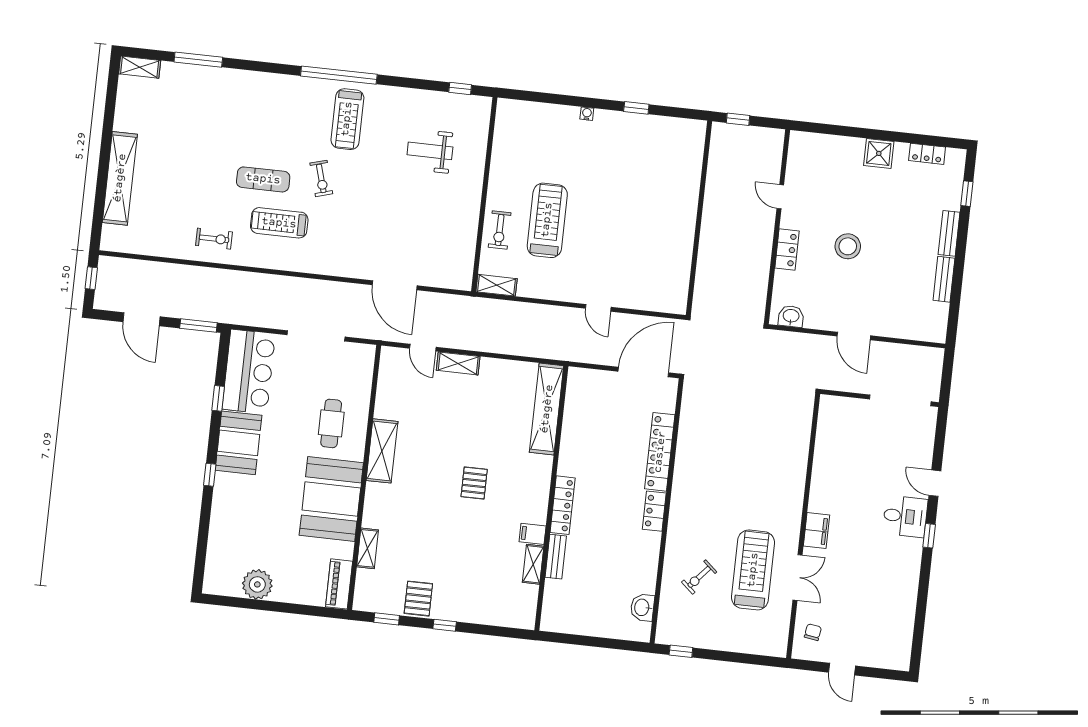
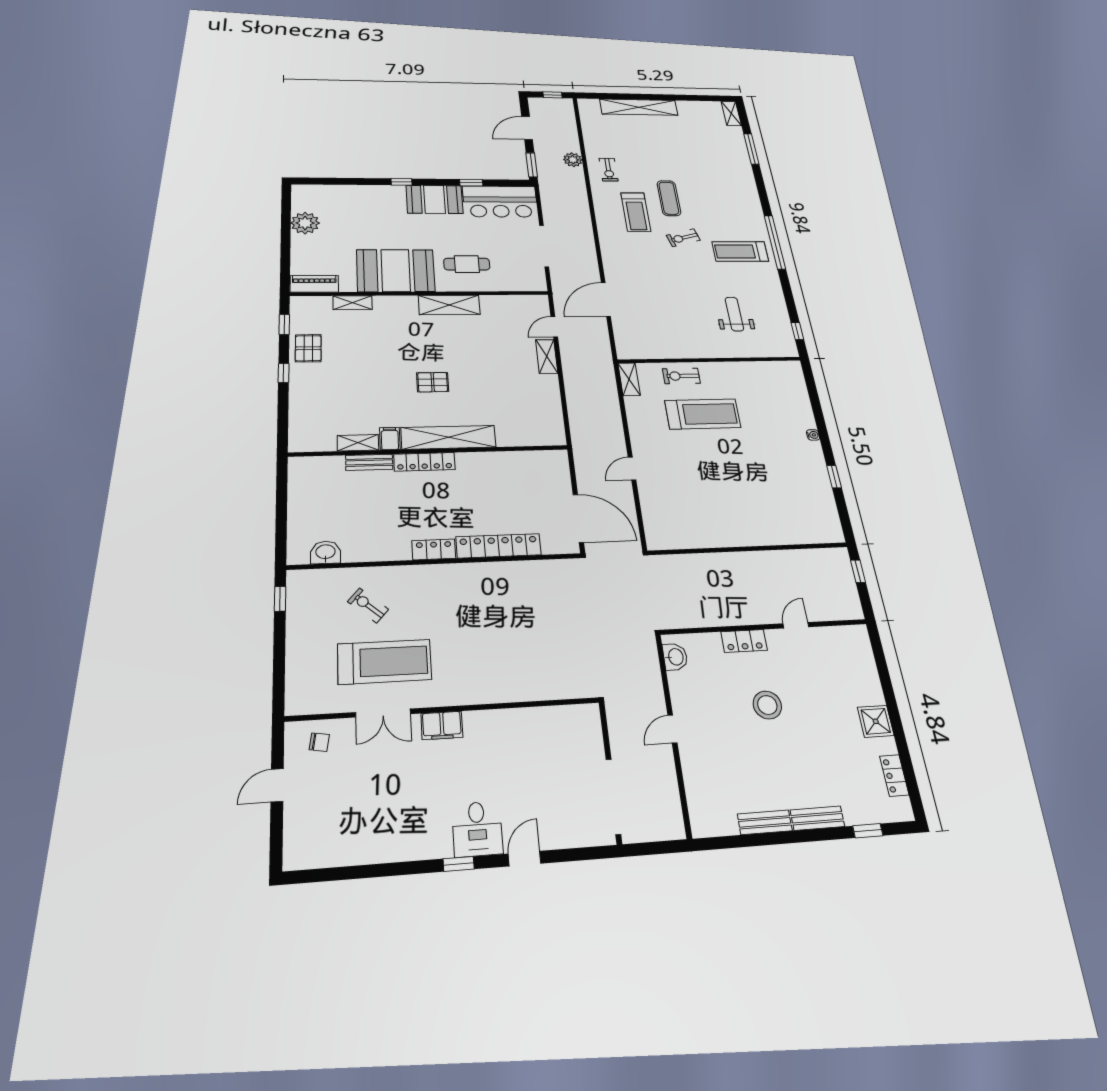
treadmill: (279, 223) -> (636, 212), turned 180
plant: (195, 277) -> (573, 160), added
door: (854, 336) -> (672, 729), width x0.73
shelving: (547, 409) -> (448, 437), moved
pallet: (418, 599) -> (308, 348), turned 90

